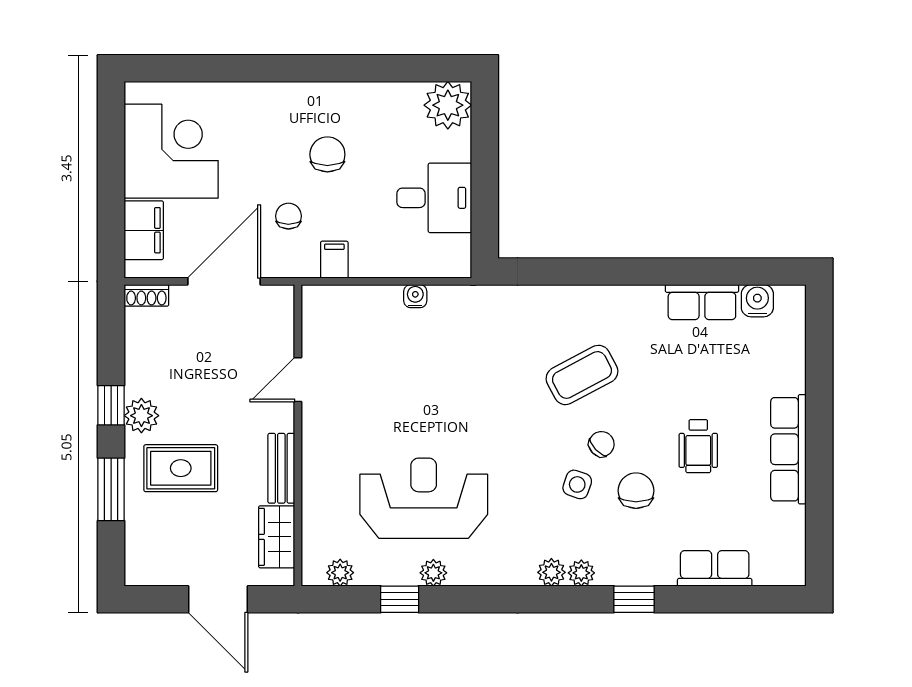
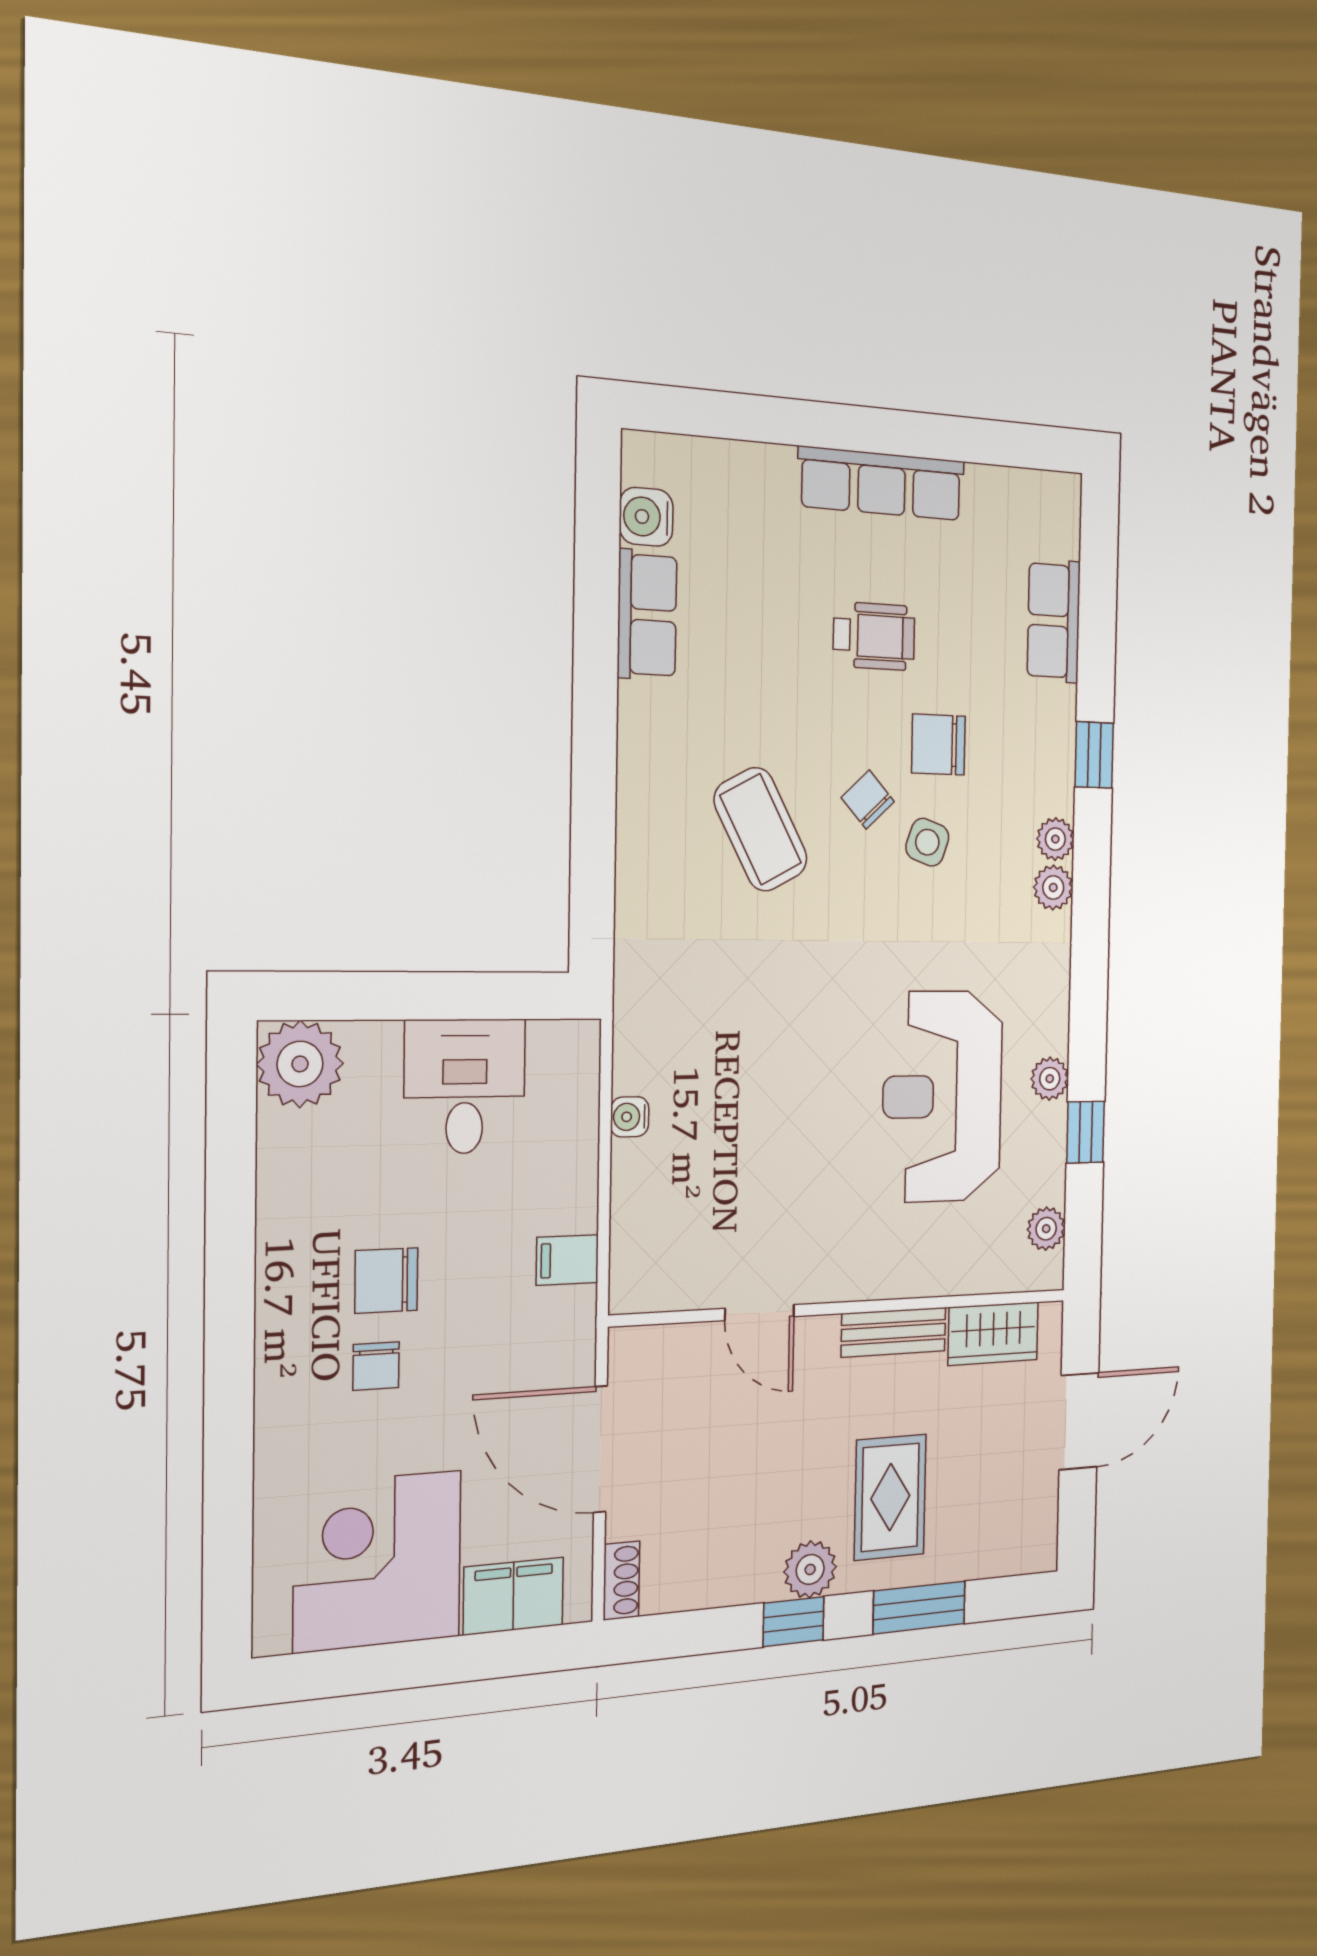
chair: (288, 216) -> (376, 1366), moved, turned -90

